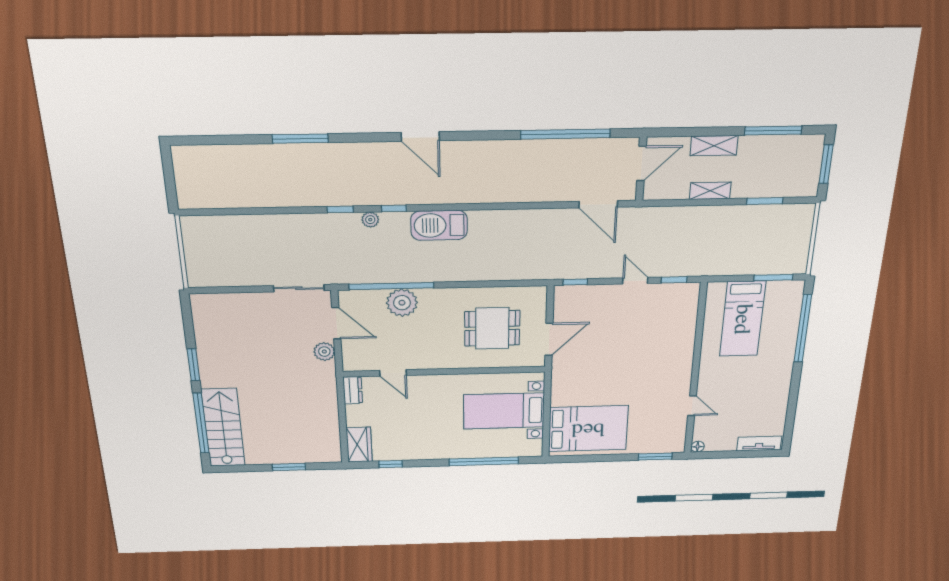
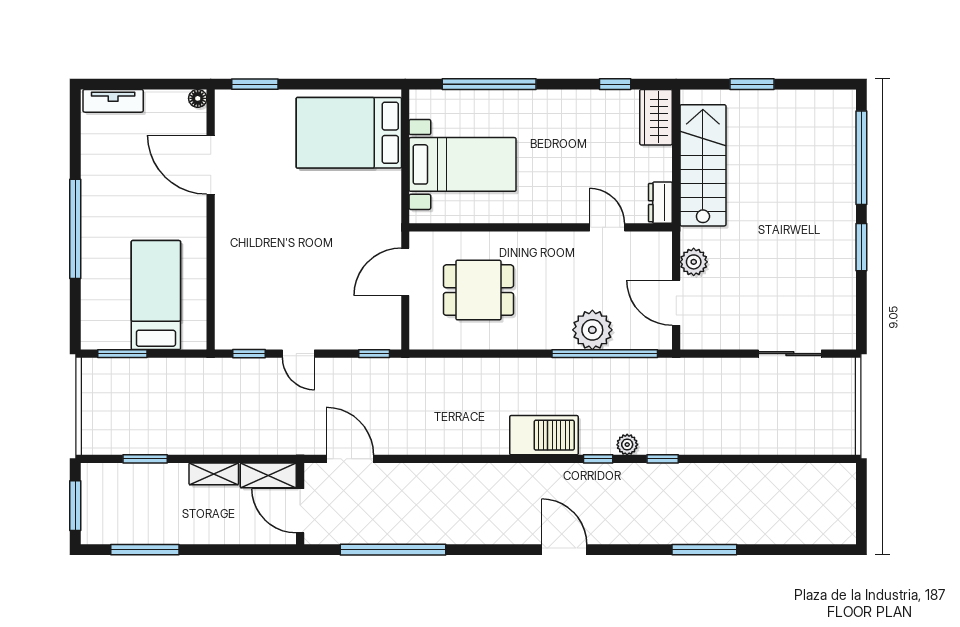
shelving: (714, 146) -> (268, 475), moved
door: (642, 163) -> (300, 511), hinge flipped
sliding door: (299, 288) -> (790, 354), moved
window: (803, 329) -> (75, 229), moved
door: (692, 406) -> (211, 165), width x1.87
stairs: (223, 428) -> (703, 165), moved, turned 180

